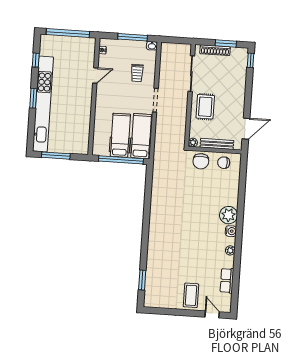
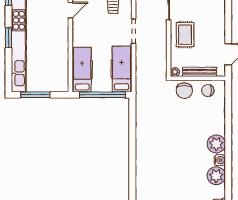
hospital bed: (120, 135) -> (82, 70), moved
plant: (230, 250) -> (216, 176), width x1.88, depth x1.88

